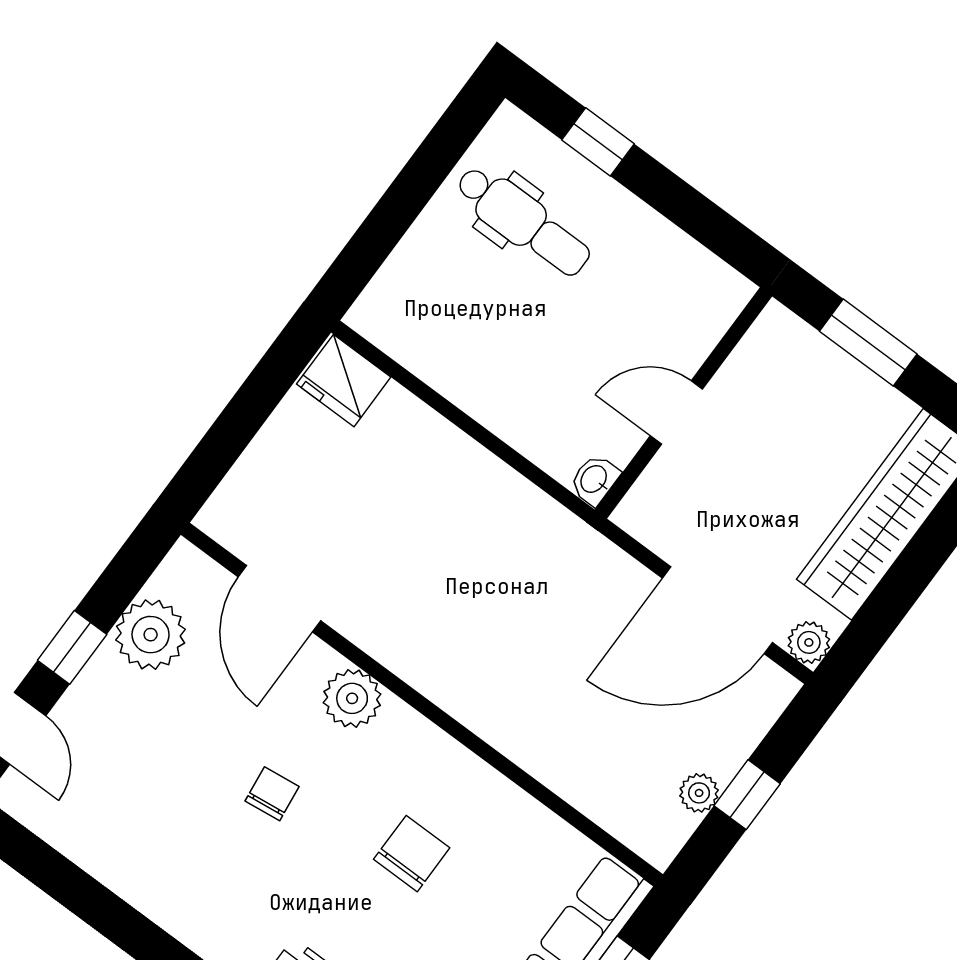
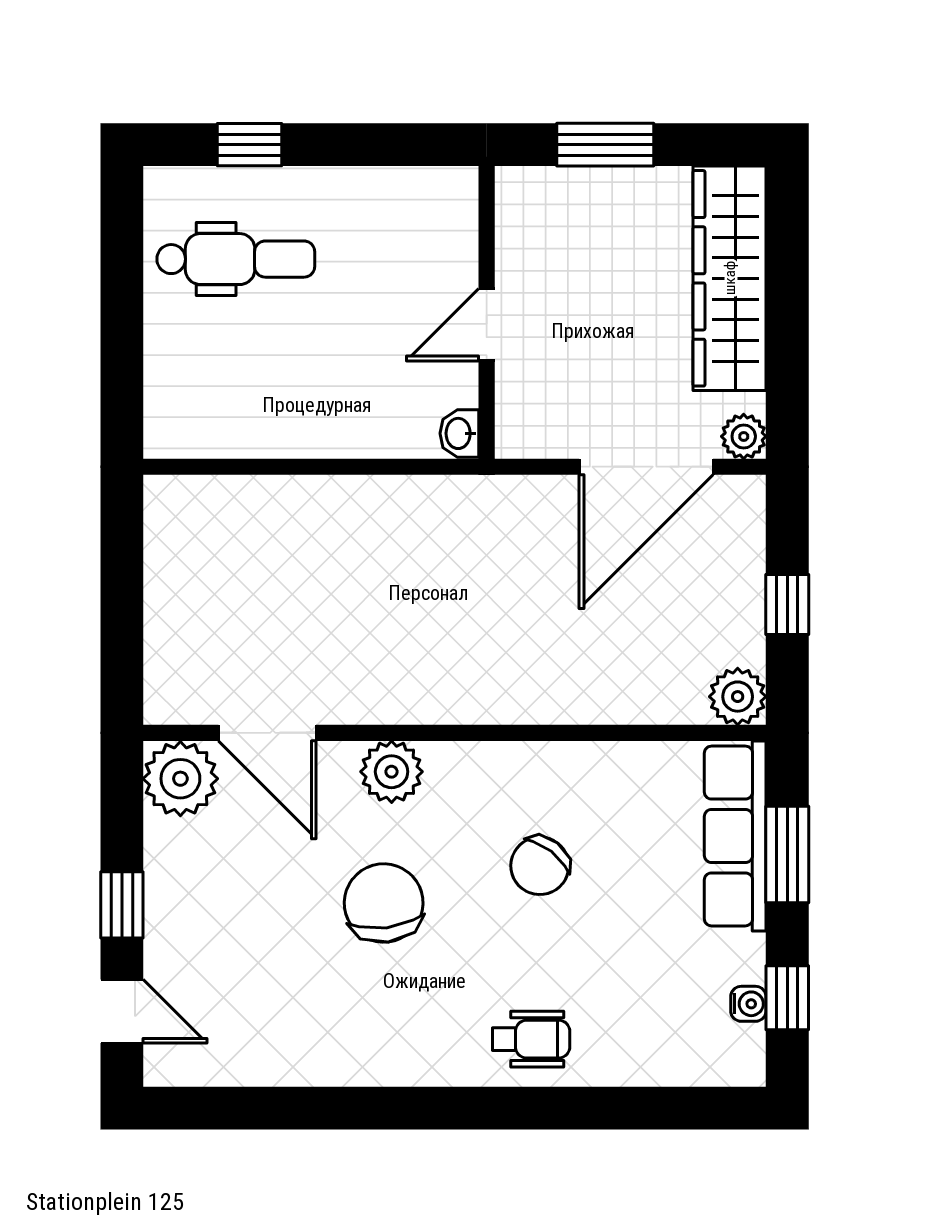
fridge: (344, 381) -> (184, 507), removed
plant: (151, 635) -> (180, 779), moved
plant: (699, 793) -> (738, 697), moved, width x1.38, depth x1.38
chair: (272, 794) -> (384, 903), width x1.87, depth x1.87
chair: (412, 854) -> (540, 866), turned -142

